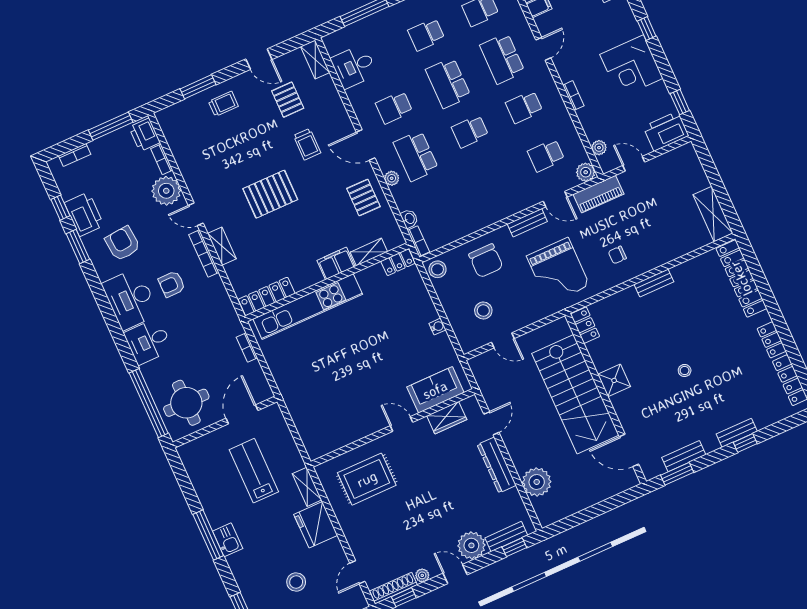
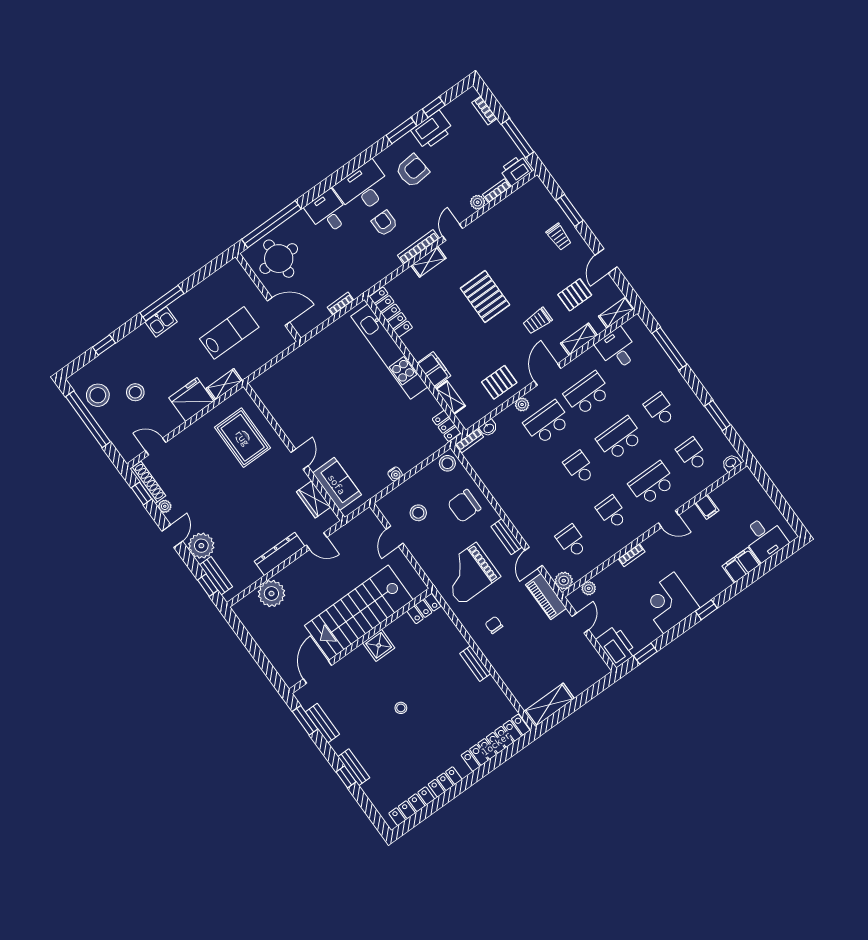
shelving: (335, 105) -> (579, 339), added
school desk: (394, 107) -> (587, 394), width x1.85
plant: (166, 191) -> (478, 202), width x0.53, depth x0.53

